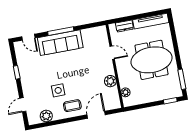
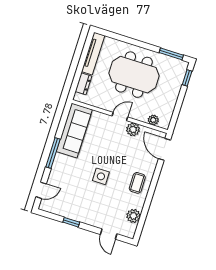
sofa: (60, 43) -> (74, 131), moved
door: (112, 53) -> (120, 117), moved
meeting table: (152, 60) -> (134, 75), turned 90
side table: (58, 90) -> (101, 176), moved
door: (96, 115) -> (164, 149), moved

